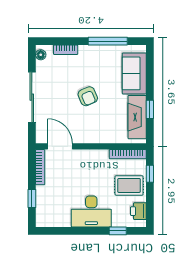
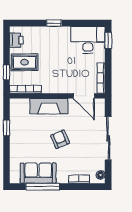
sofa: (134, 73) -> (38, 173), moved, turned -90
fireplace: (137, 117) -> (49, 106), moved, turned 90
window: (32, 198) -> (108, 40), moved
desk: (91, 212) -> (88, 40), moved
window: (118, 231) -> (54, 23), moved

